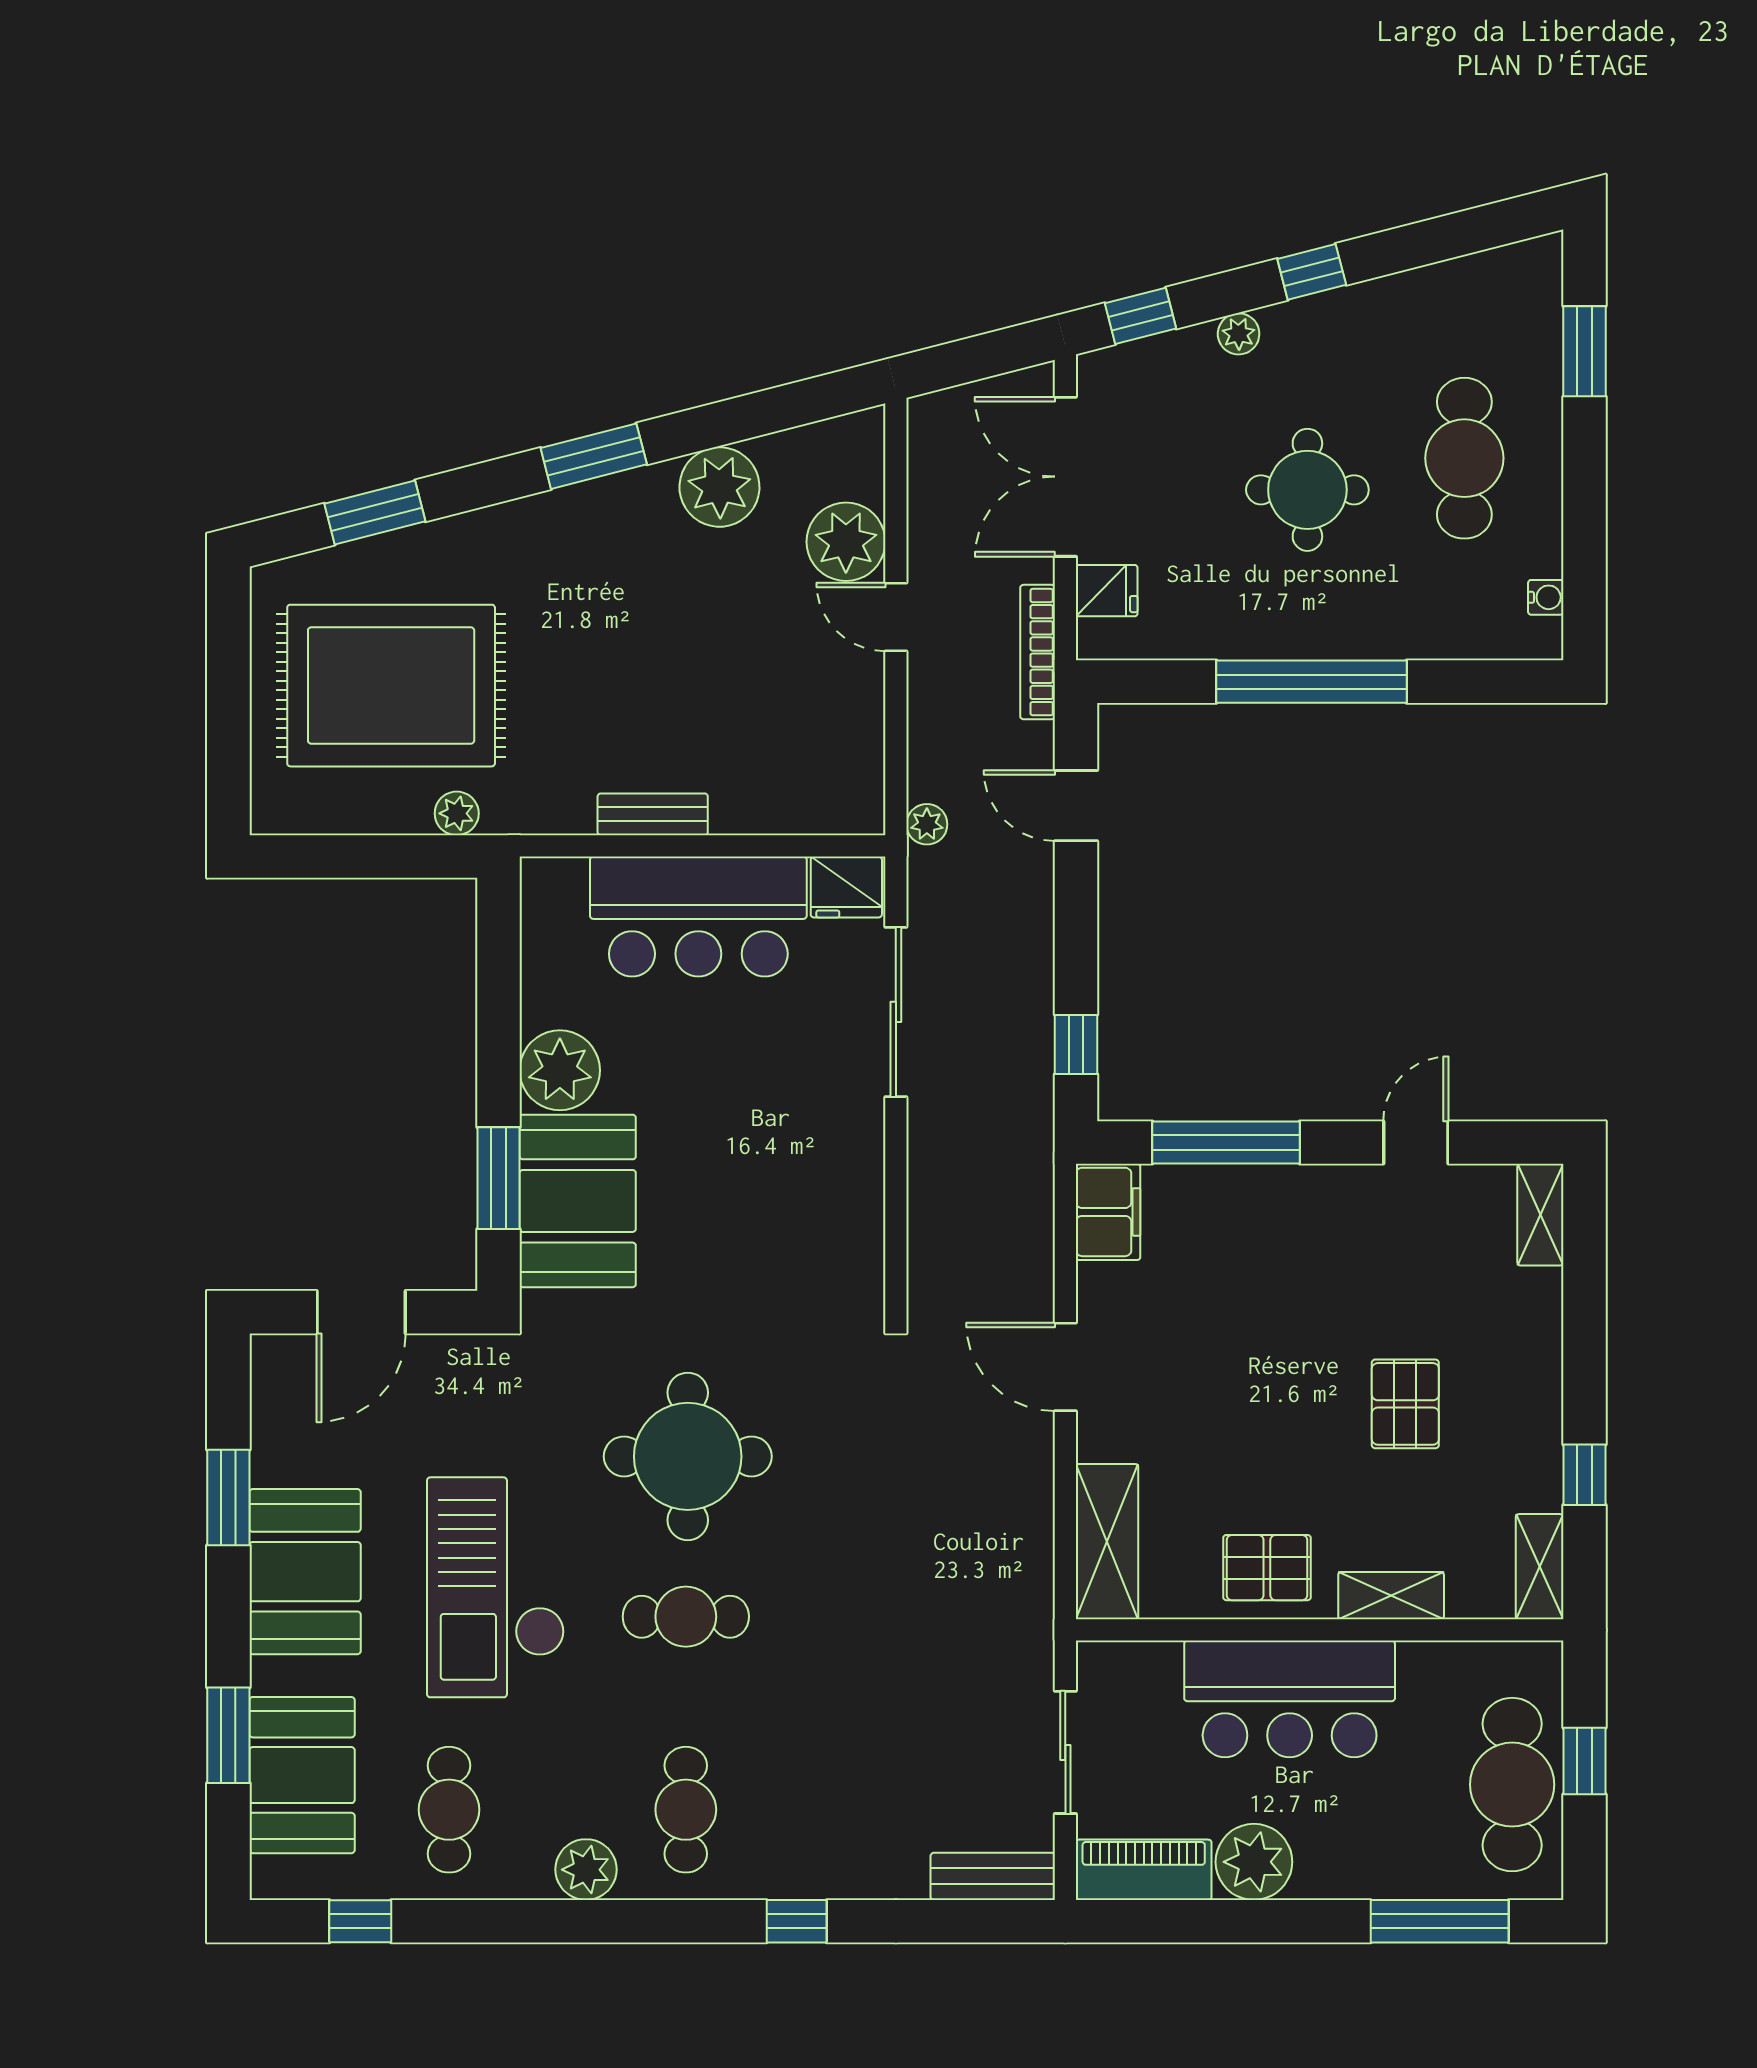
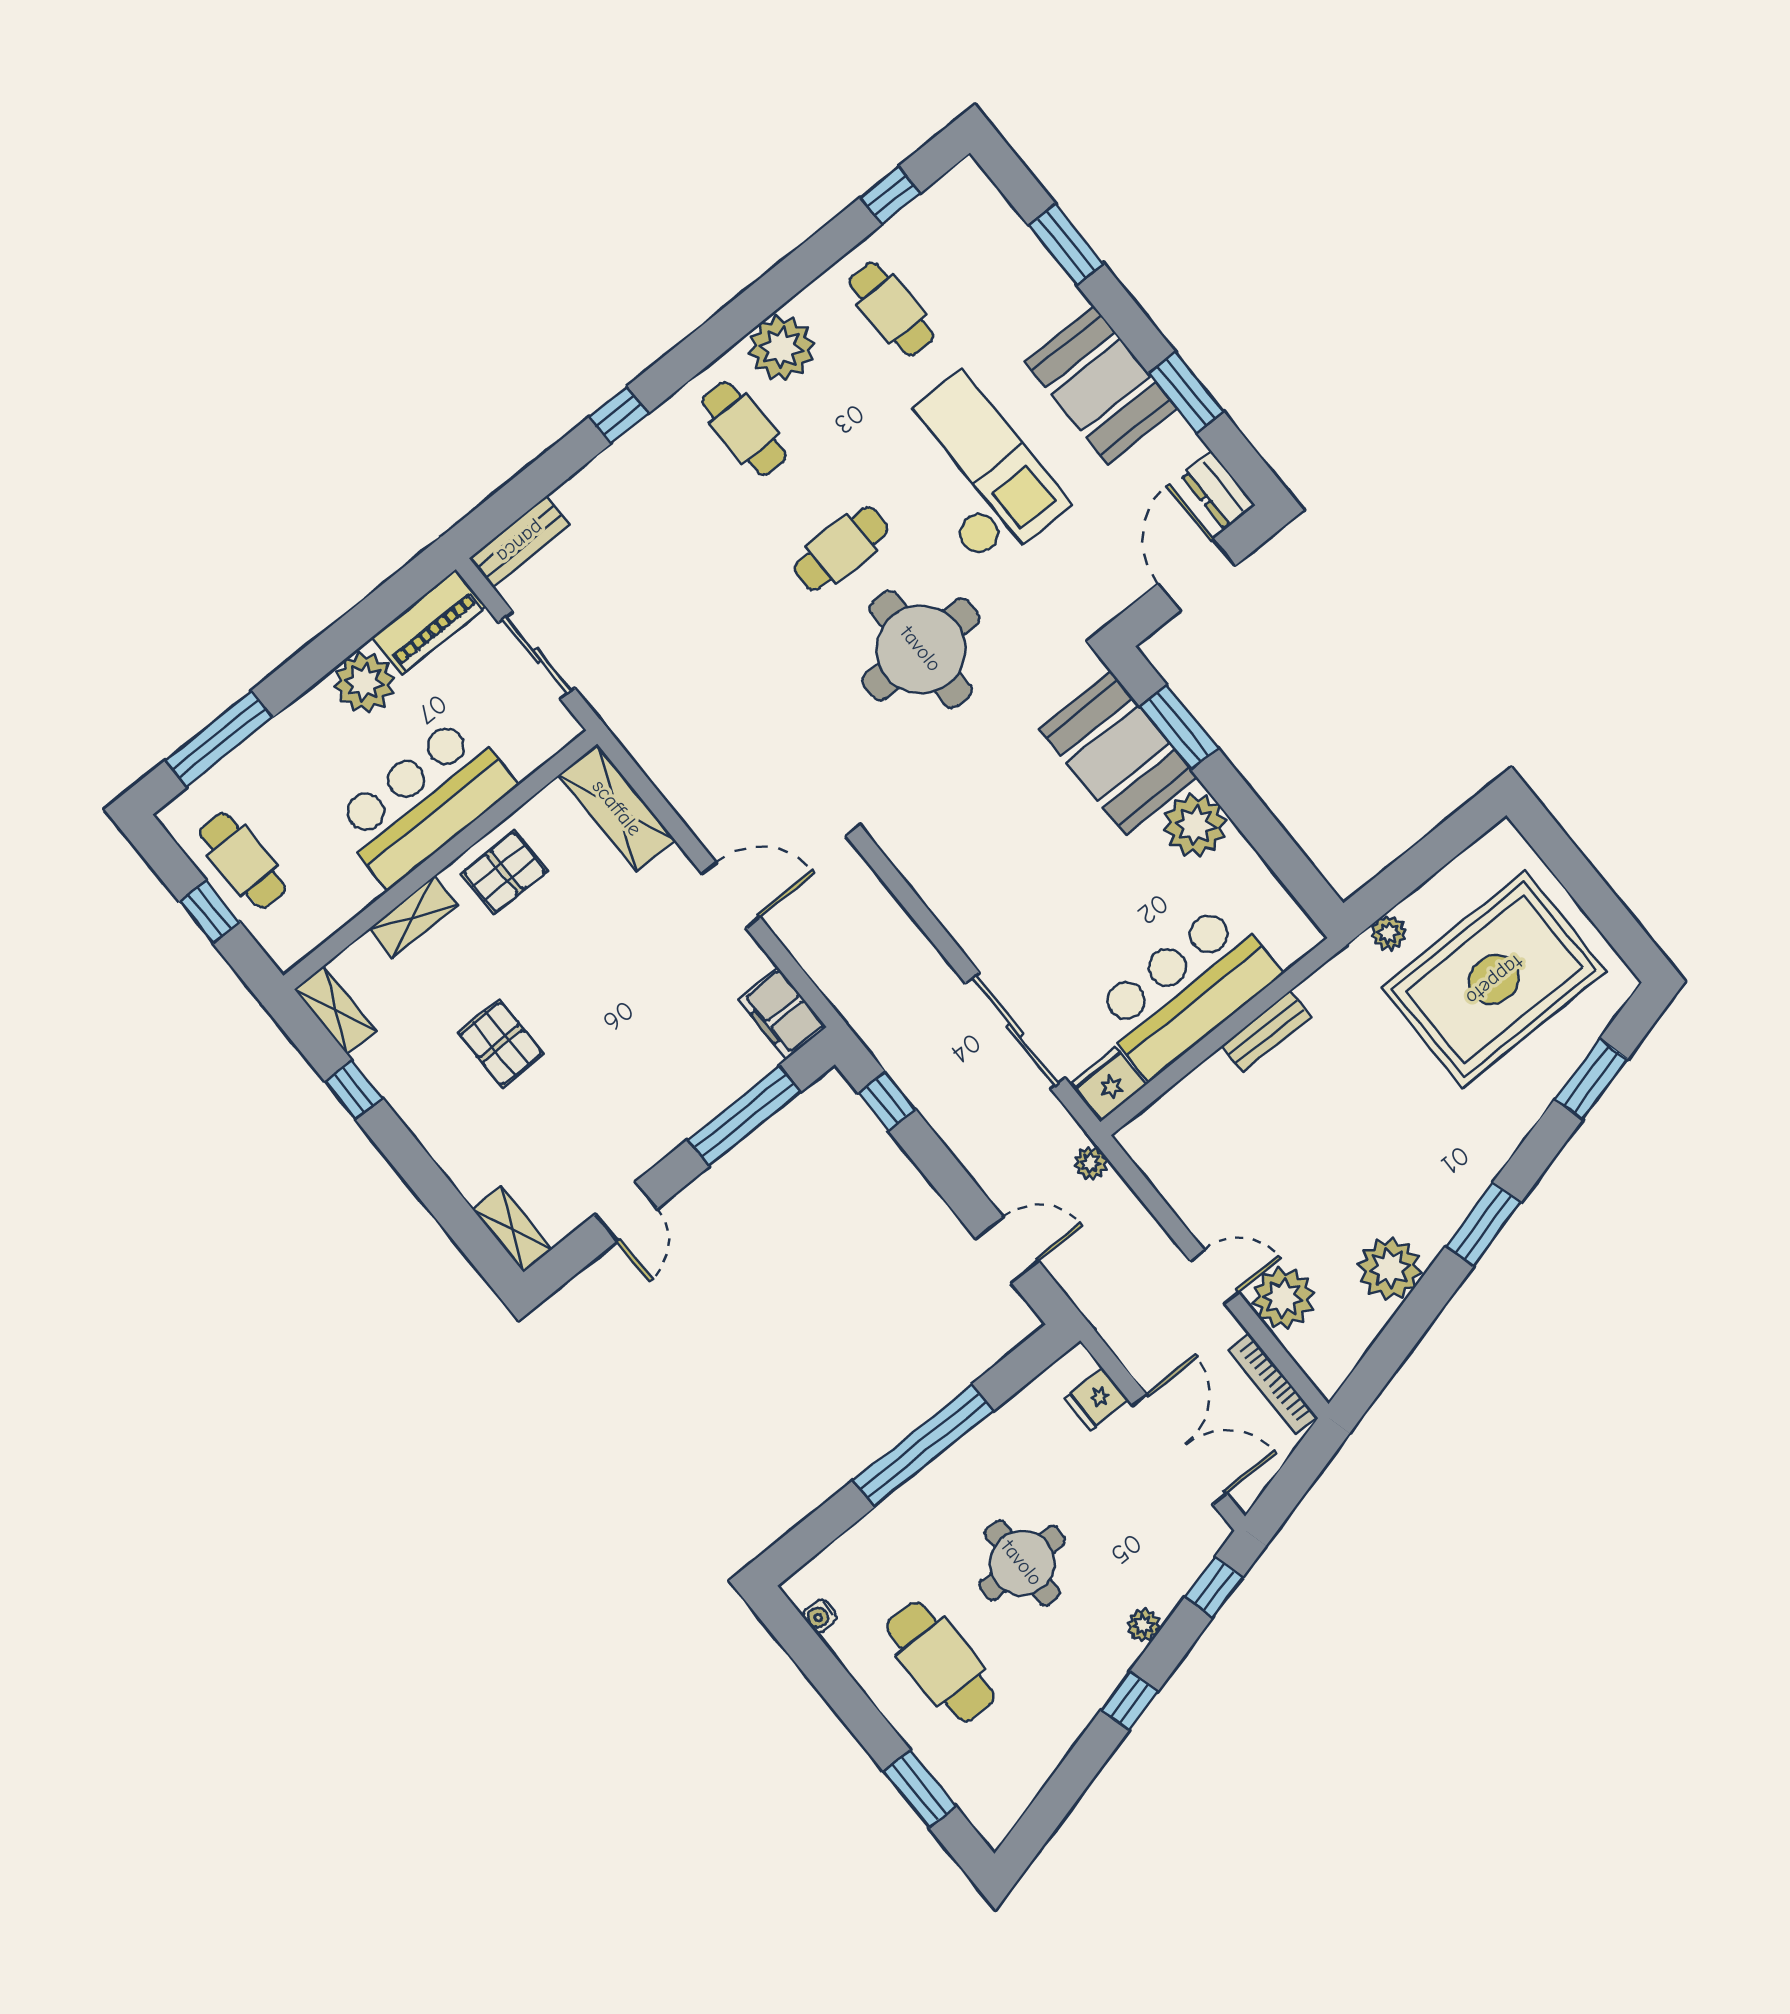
bookcase: (1038, 652) -> (1272, 1384), moved, turned 180
dresser: (274, 1377) -> (1218, 490), added
booth: (302, 1775) -> (1000, 257), removed
cafe table: (1512, 1785) -> (243, 861), width x0.73, depth x0.74
plant: (586, 1870) -> (782, 348), width x1.36, depth x1.36

